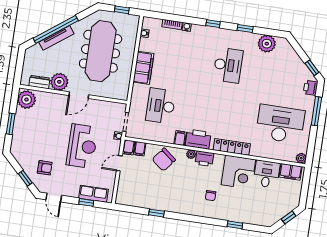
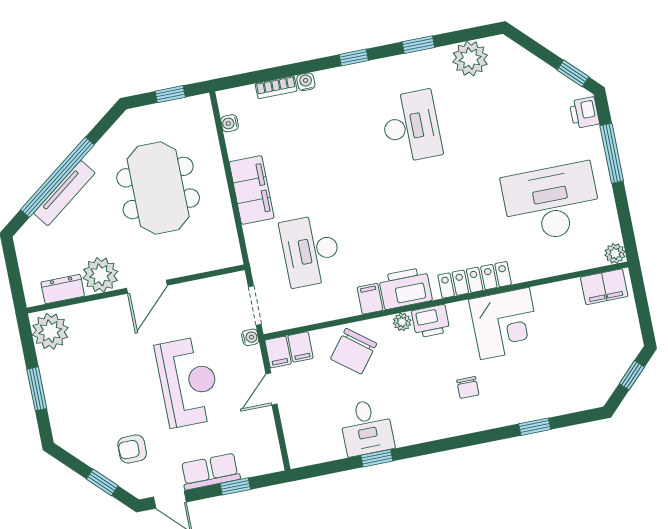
meeting table: (101, 51) -> (158, 188), width x0.73
armchair: (45, 168) -> (132, 449), turned 180
desk: (267, 174) -> (367, 427), moved, turned 180
row of seats: (93, 194) -> (210, 471), moved

